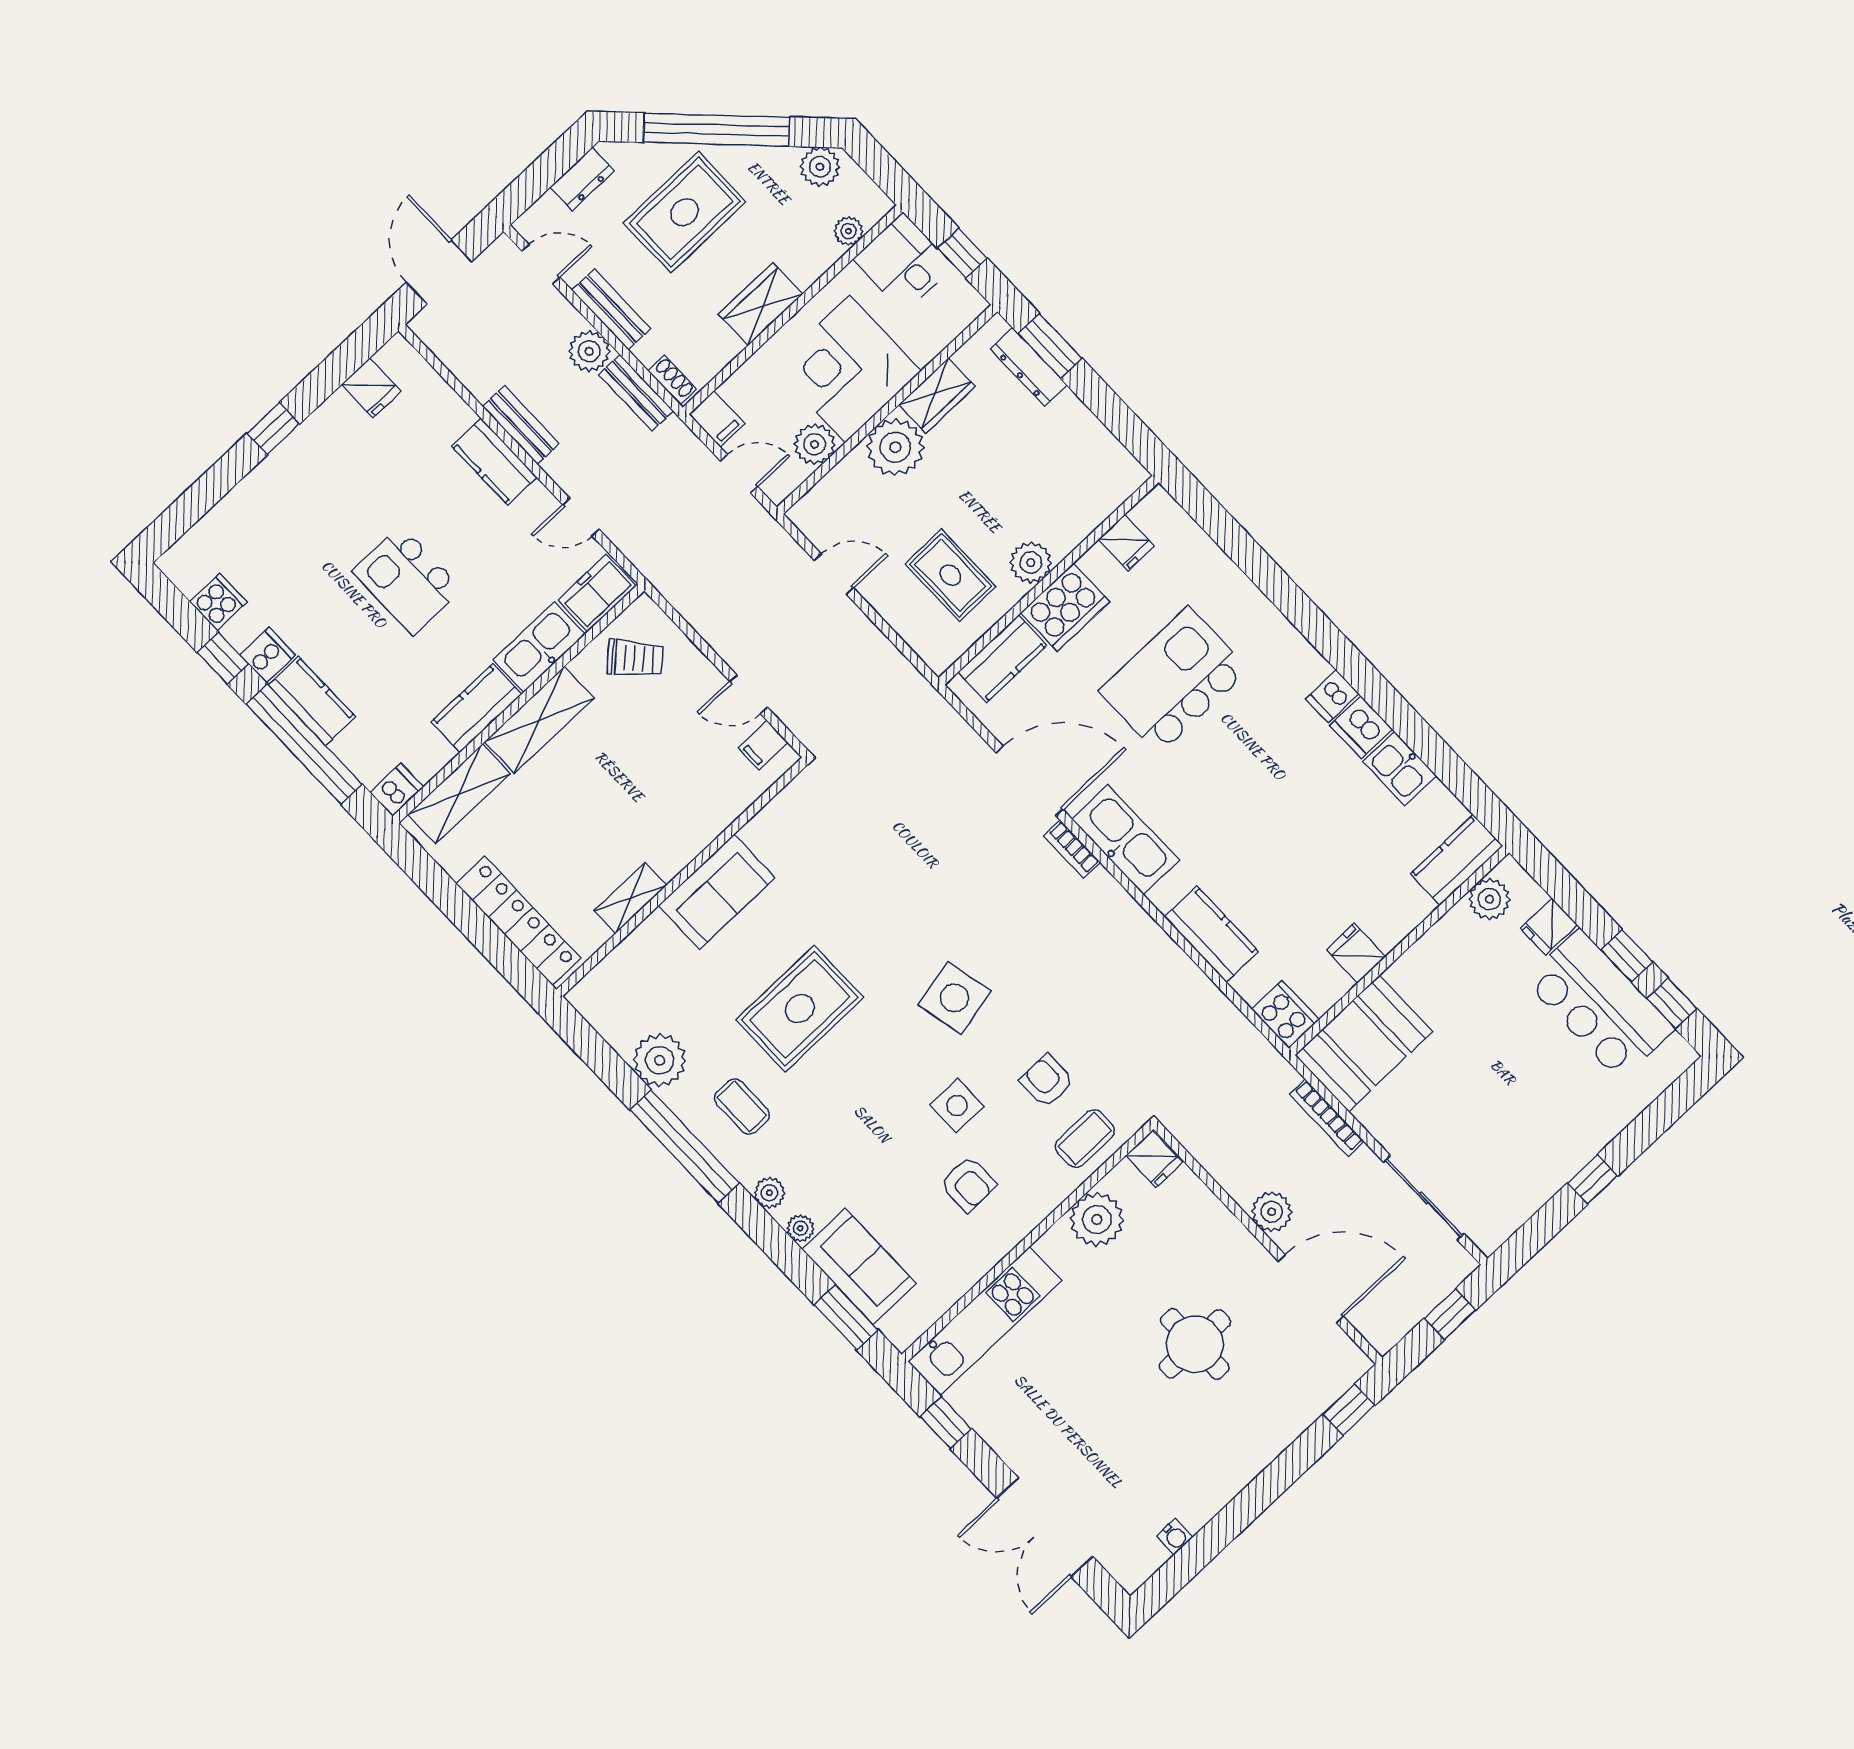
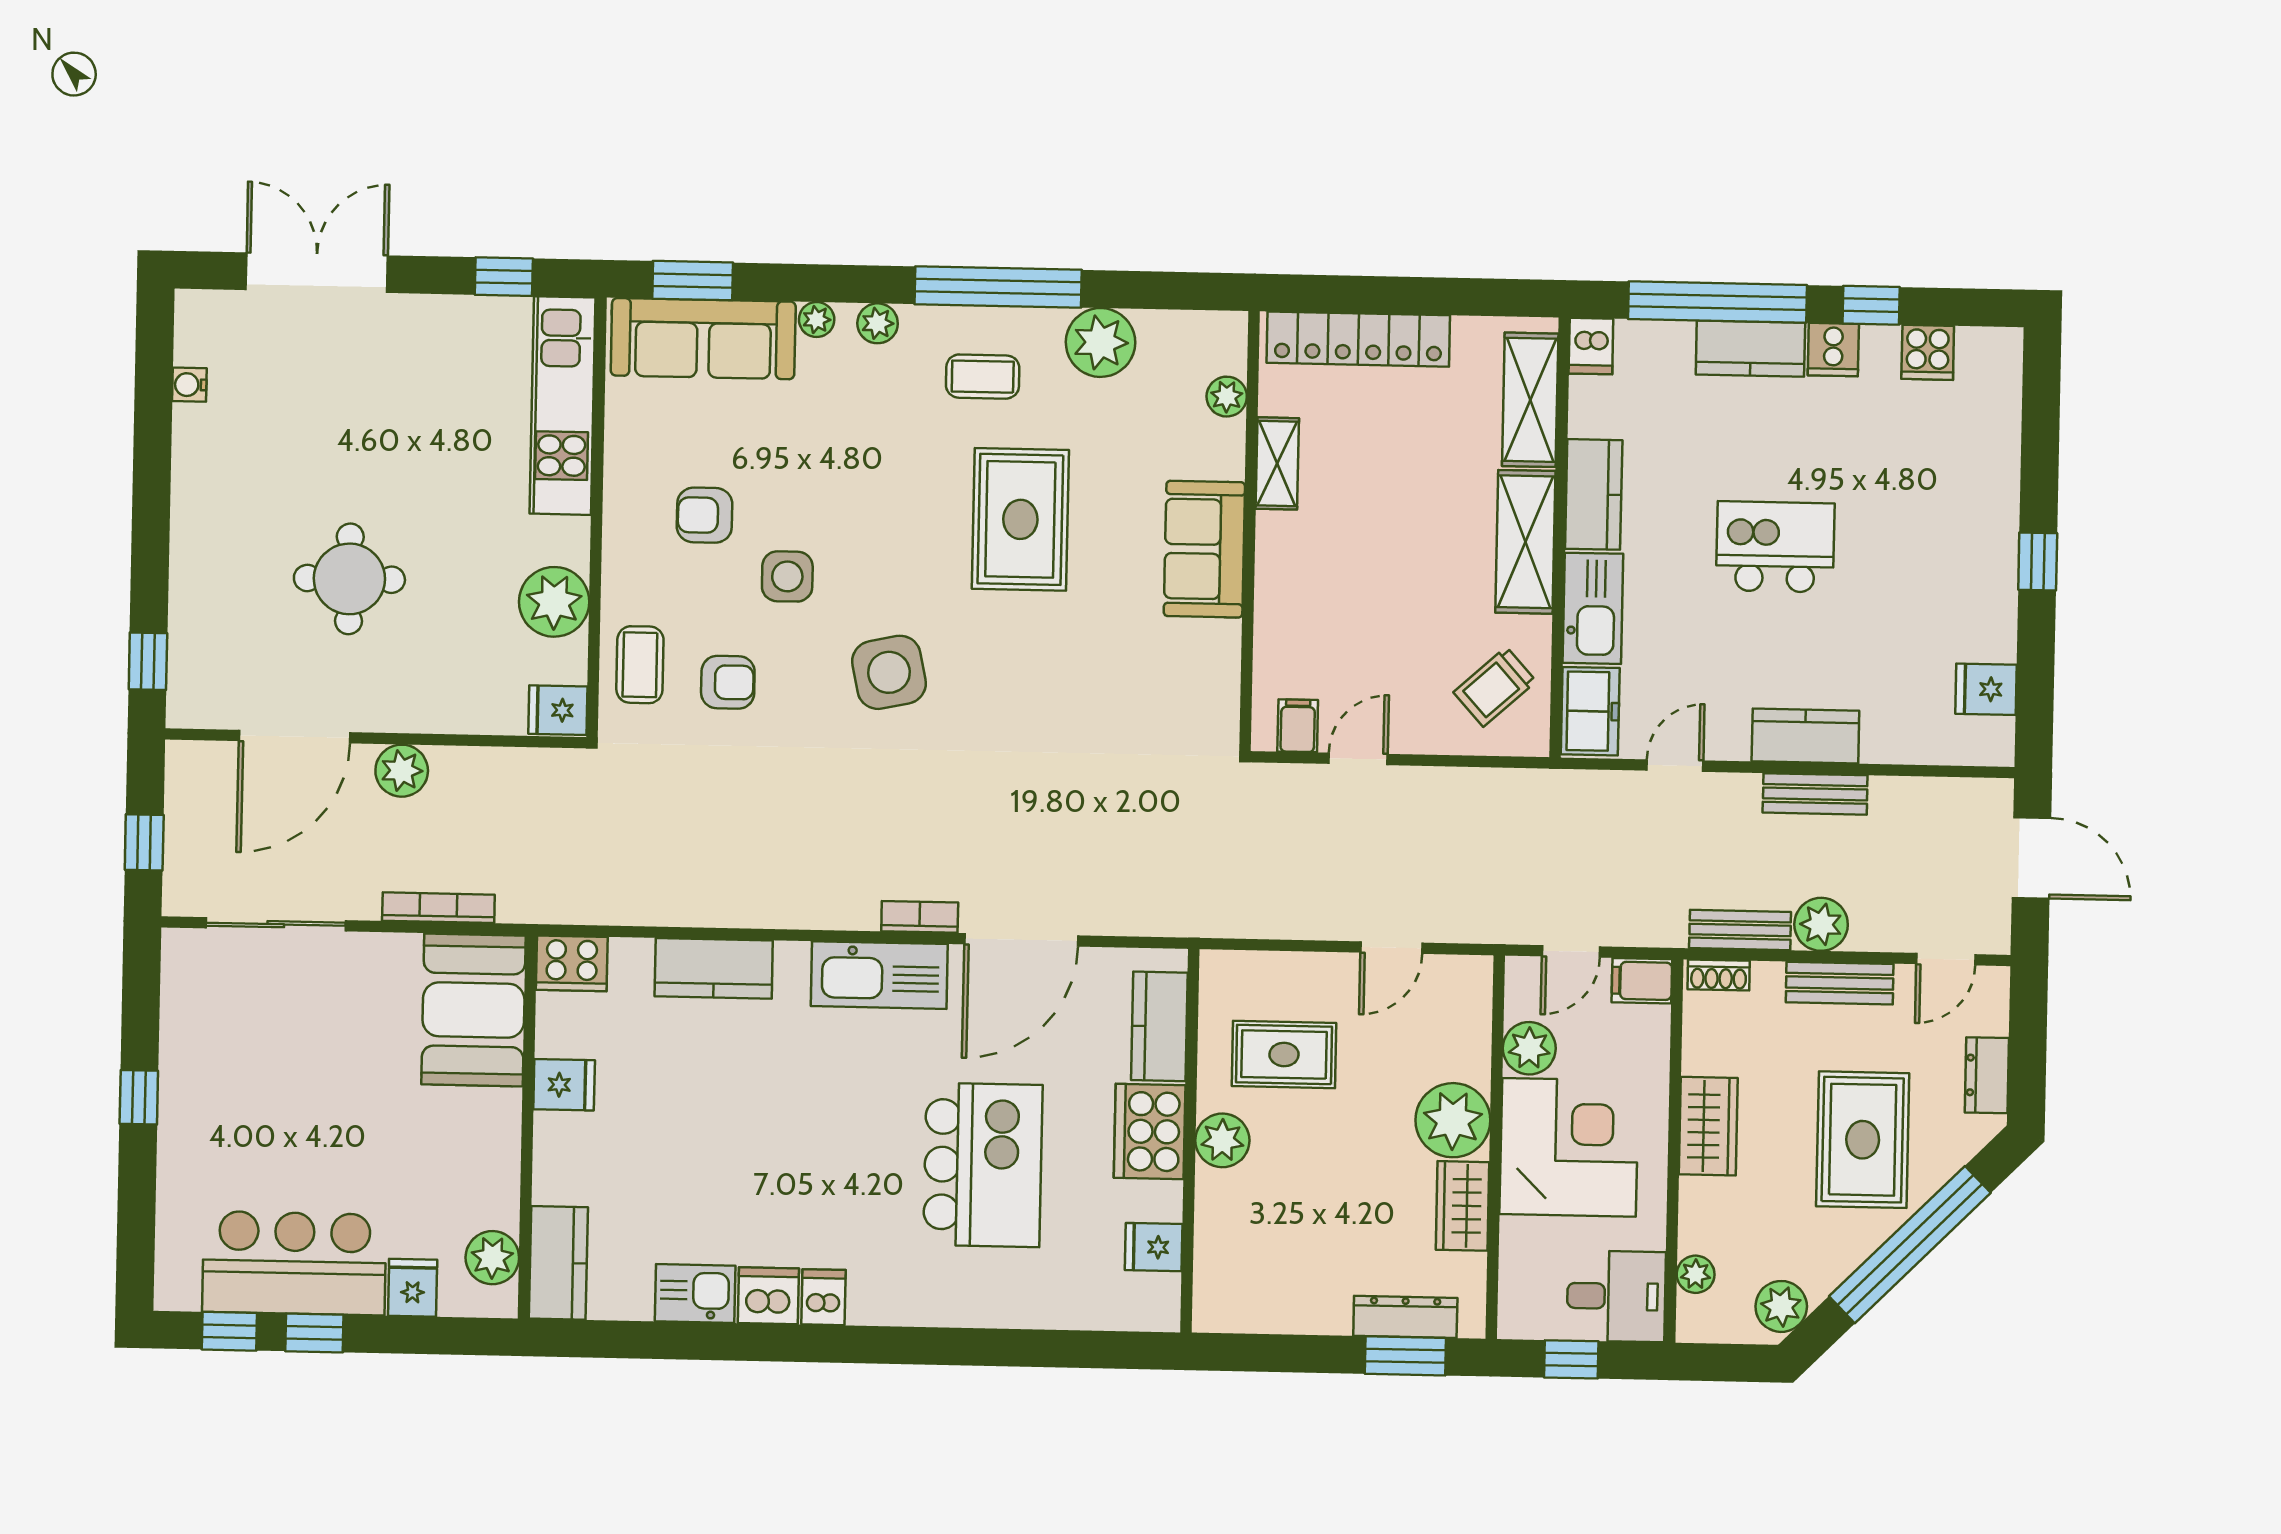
plant: (621, 962) -> (1227, 397), added
sofa: (859, 1266) -> (703, 339), width x1.36

